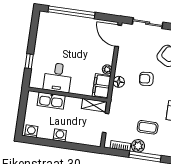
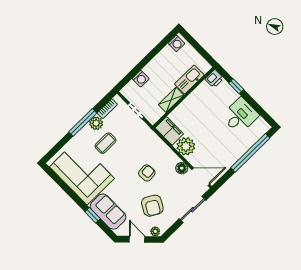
plant: (107, 69) -> (186, 146), width x1.87, depth x1.87
desk: (58, 77) -> (240, 116), moved, turned 90
printer: (36, 82) -> (214, 79), added
floor lamp: (119, 82) -> (182, 168), moved
shelving: (94, 105) -> (171, 100), moved
washing machine: (60, 135) -> (141, 79), moved

